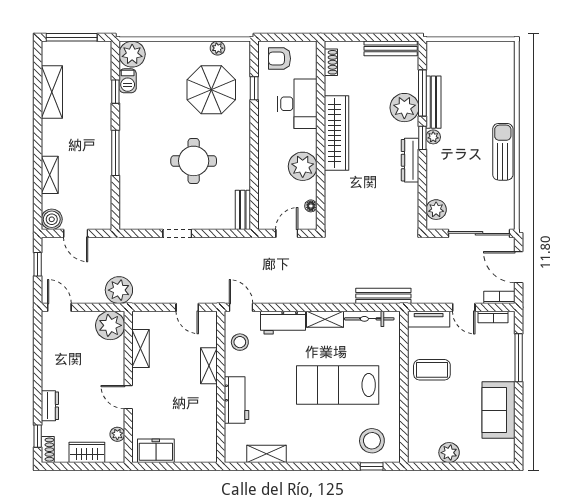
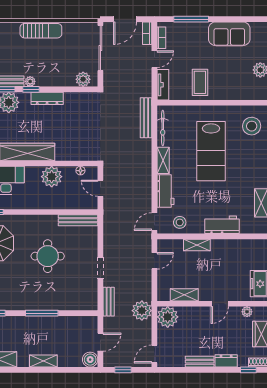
sun lounger: (503, 152) -> (41, 31), turned 180
shelving: (50, 175) -> (43, 361), moved
bench: (243, 210) -> (78, 220), width x1.36
bench: (131, 245) -> (109, 302), added
bench: (49, 369) -> (200, 362), added

